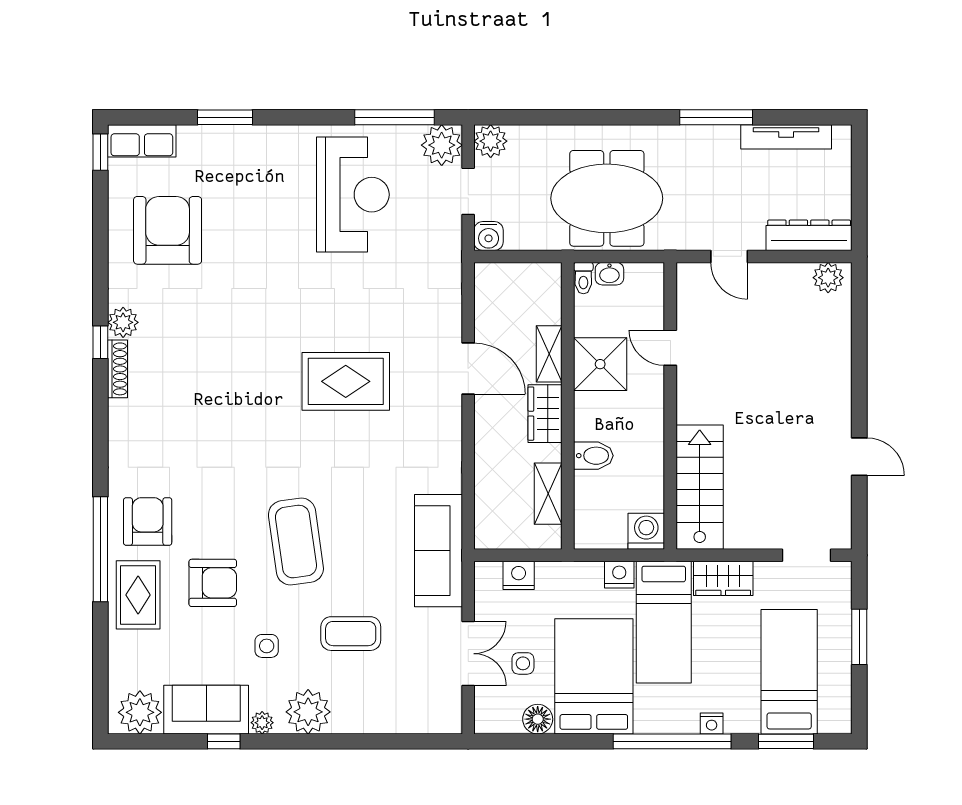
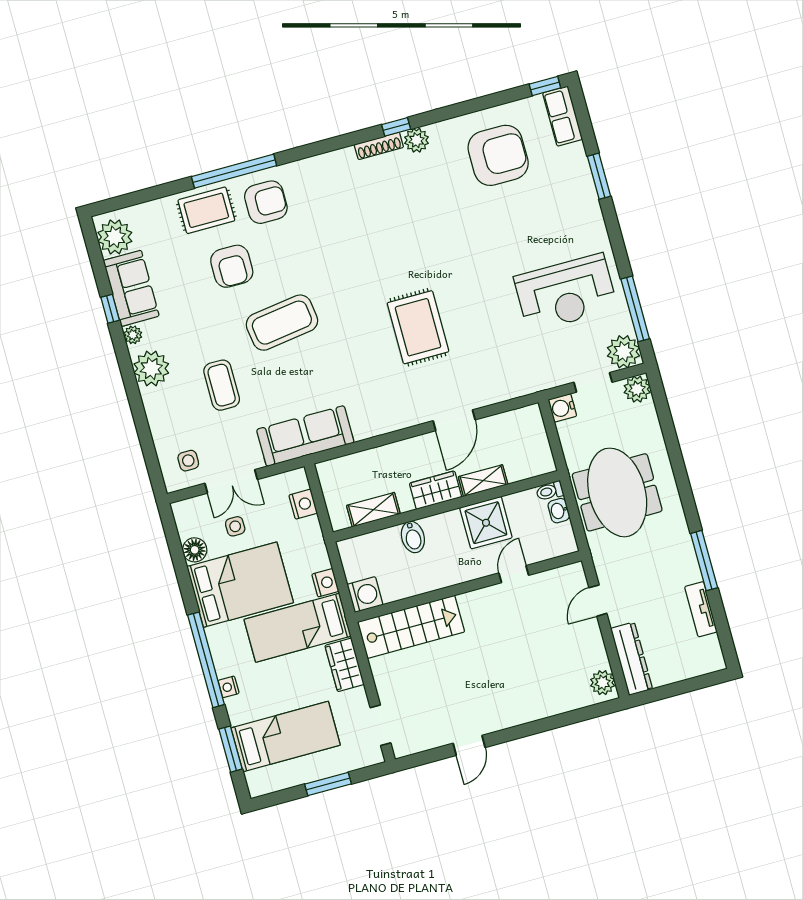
tv unit: (786, 137) -> (701, 609), width x0.71
side table: (267, 646) -> (188, 461), moved

